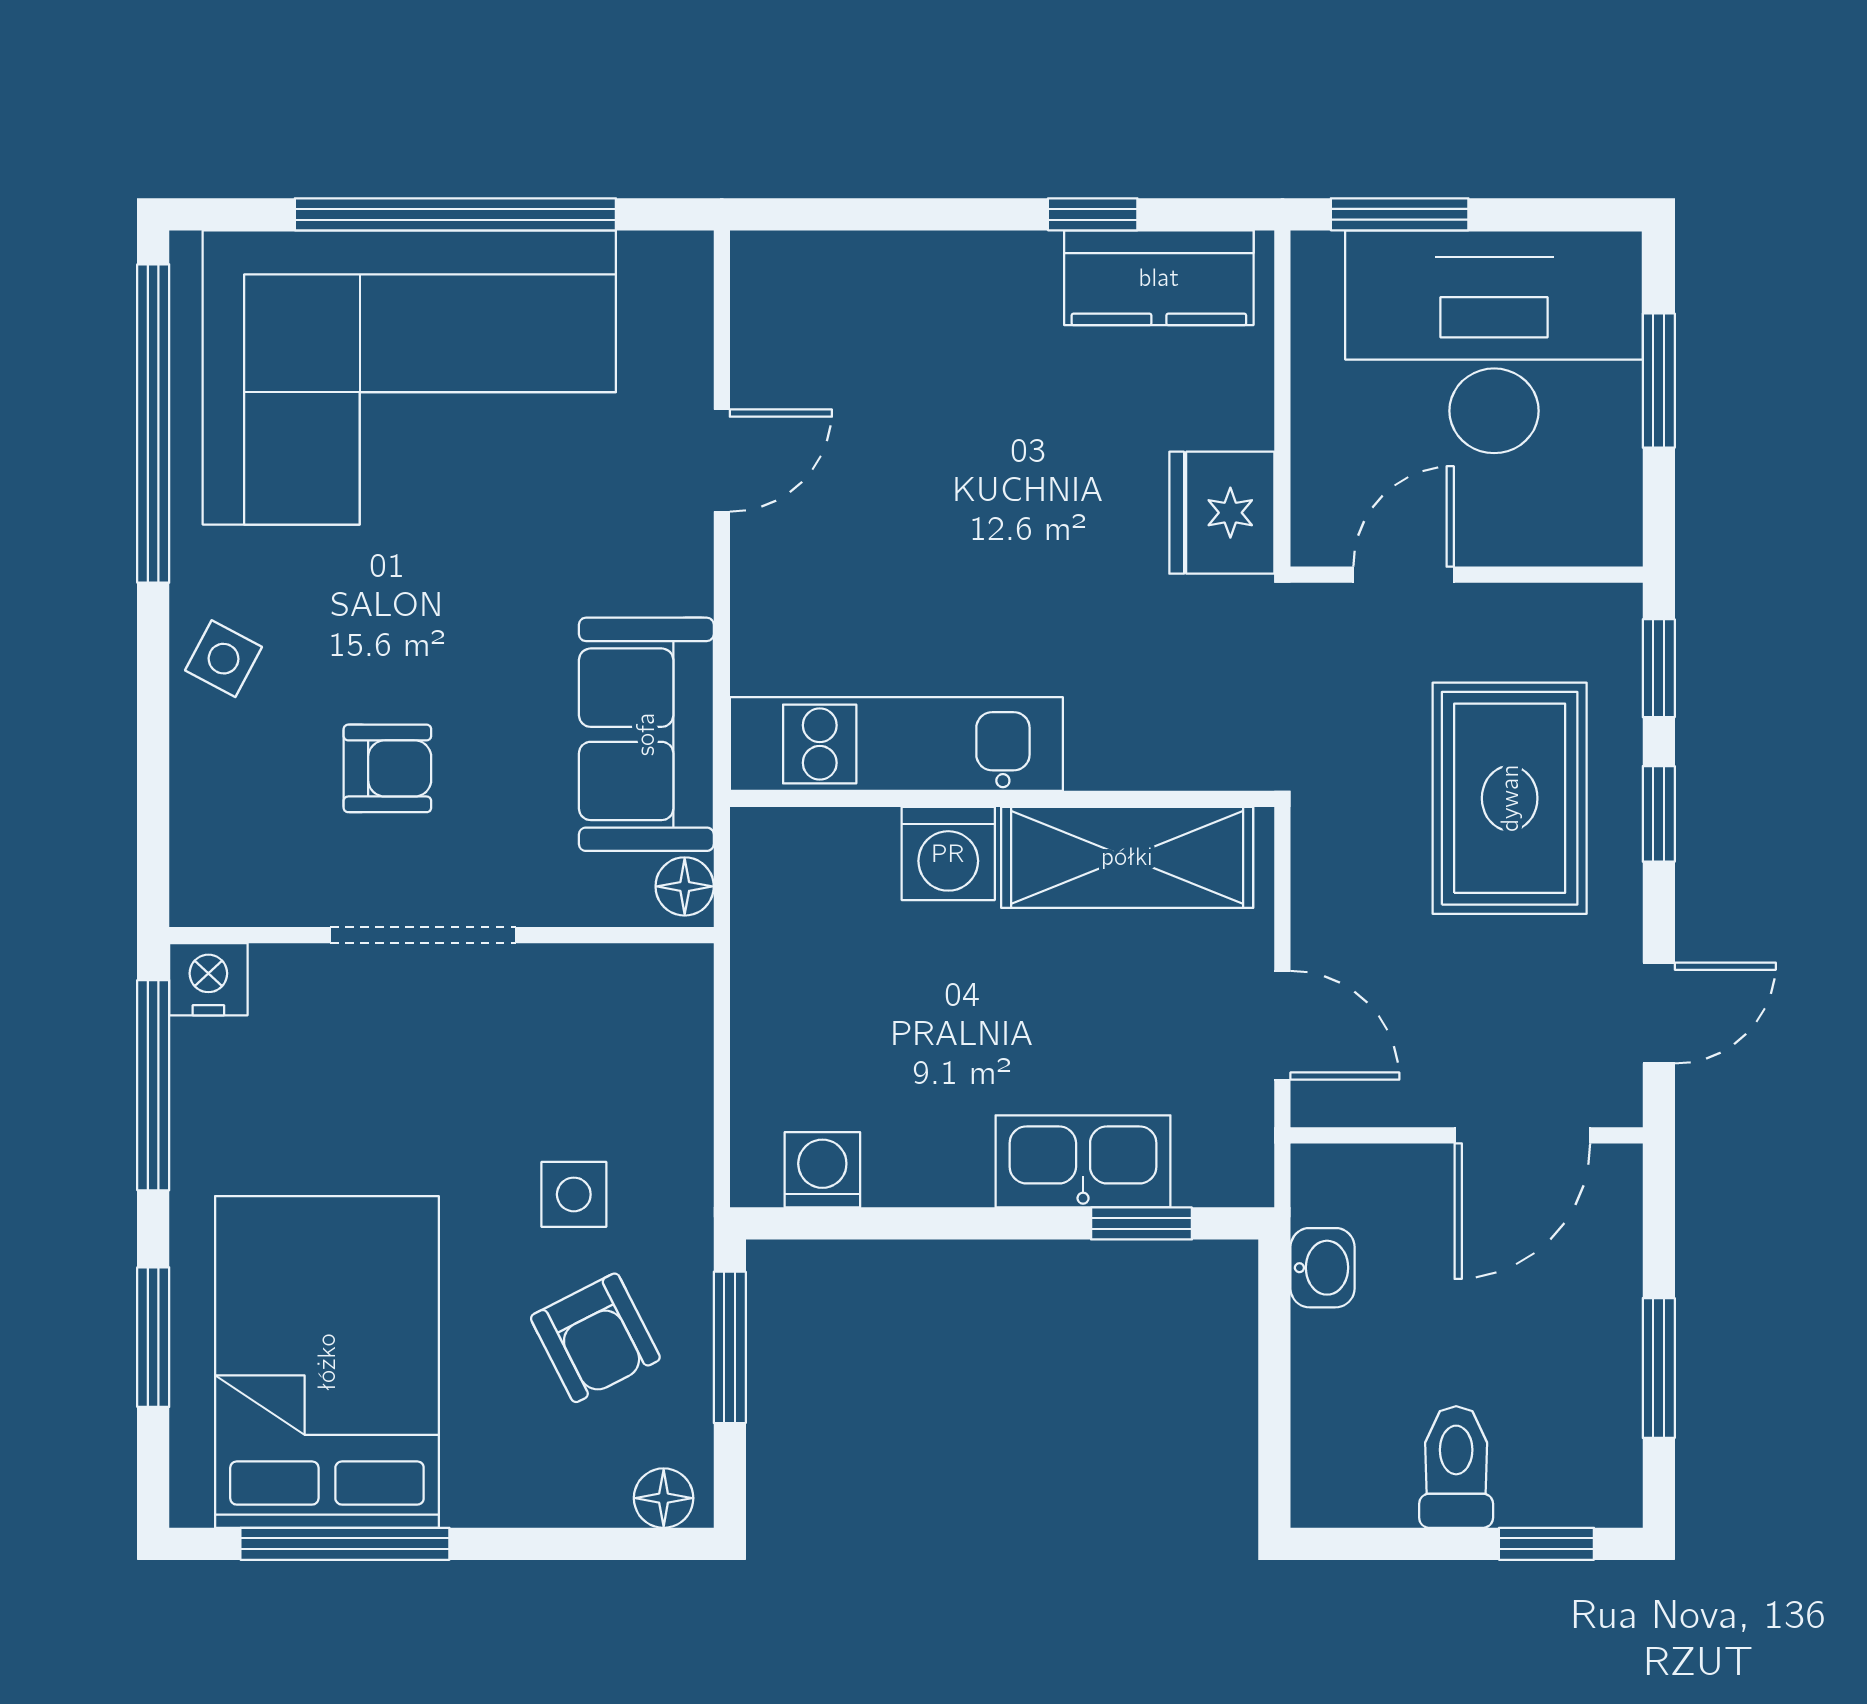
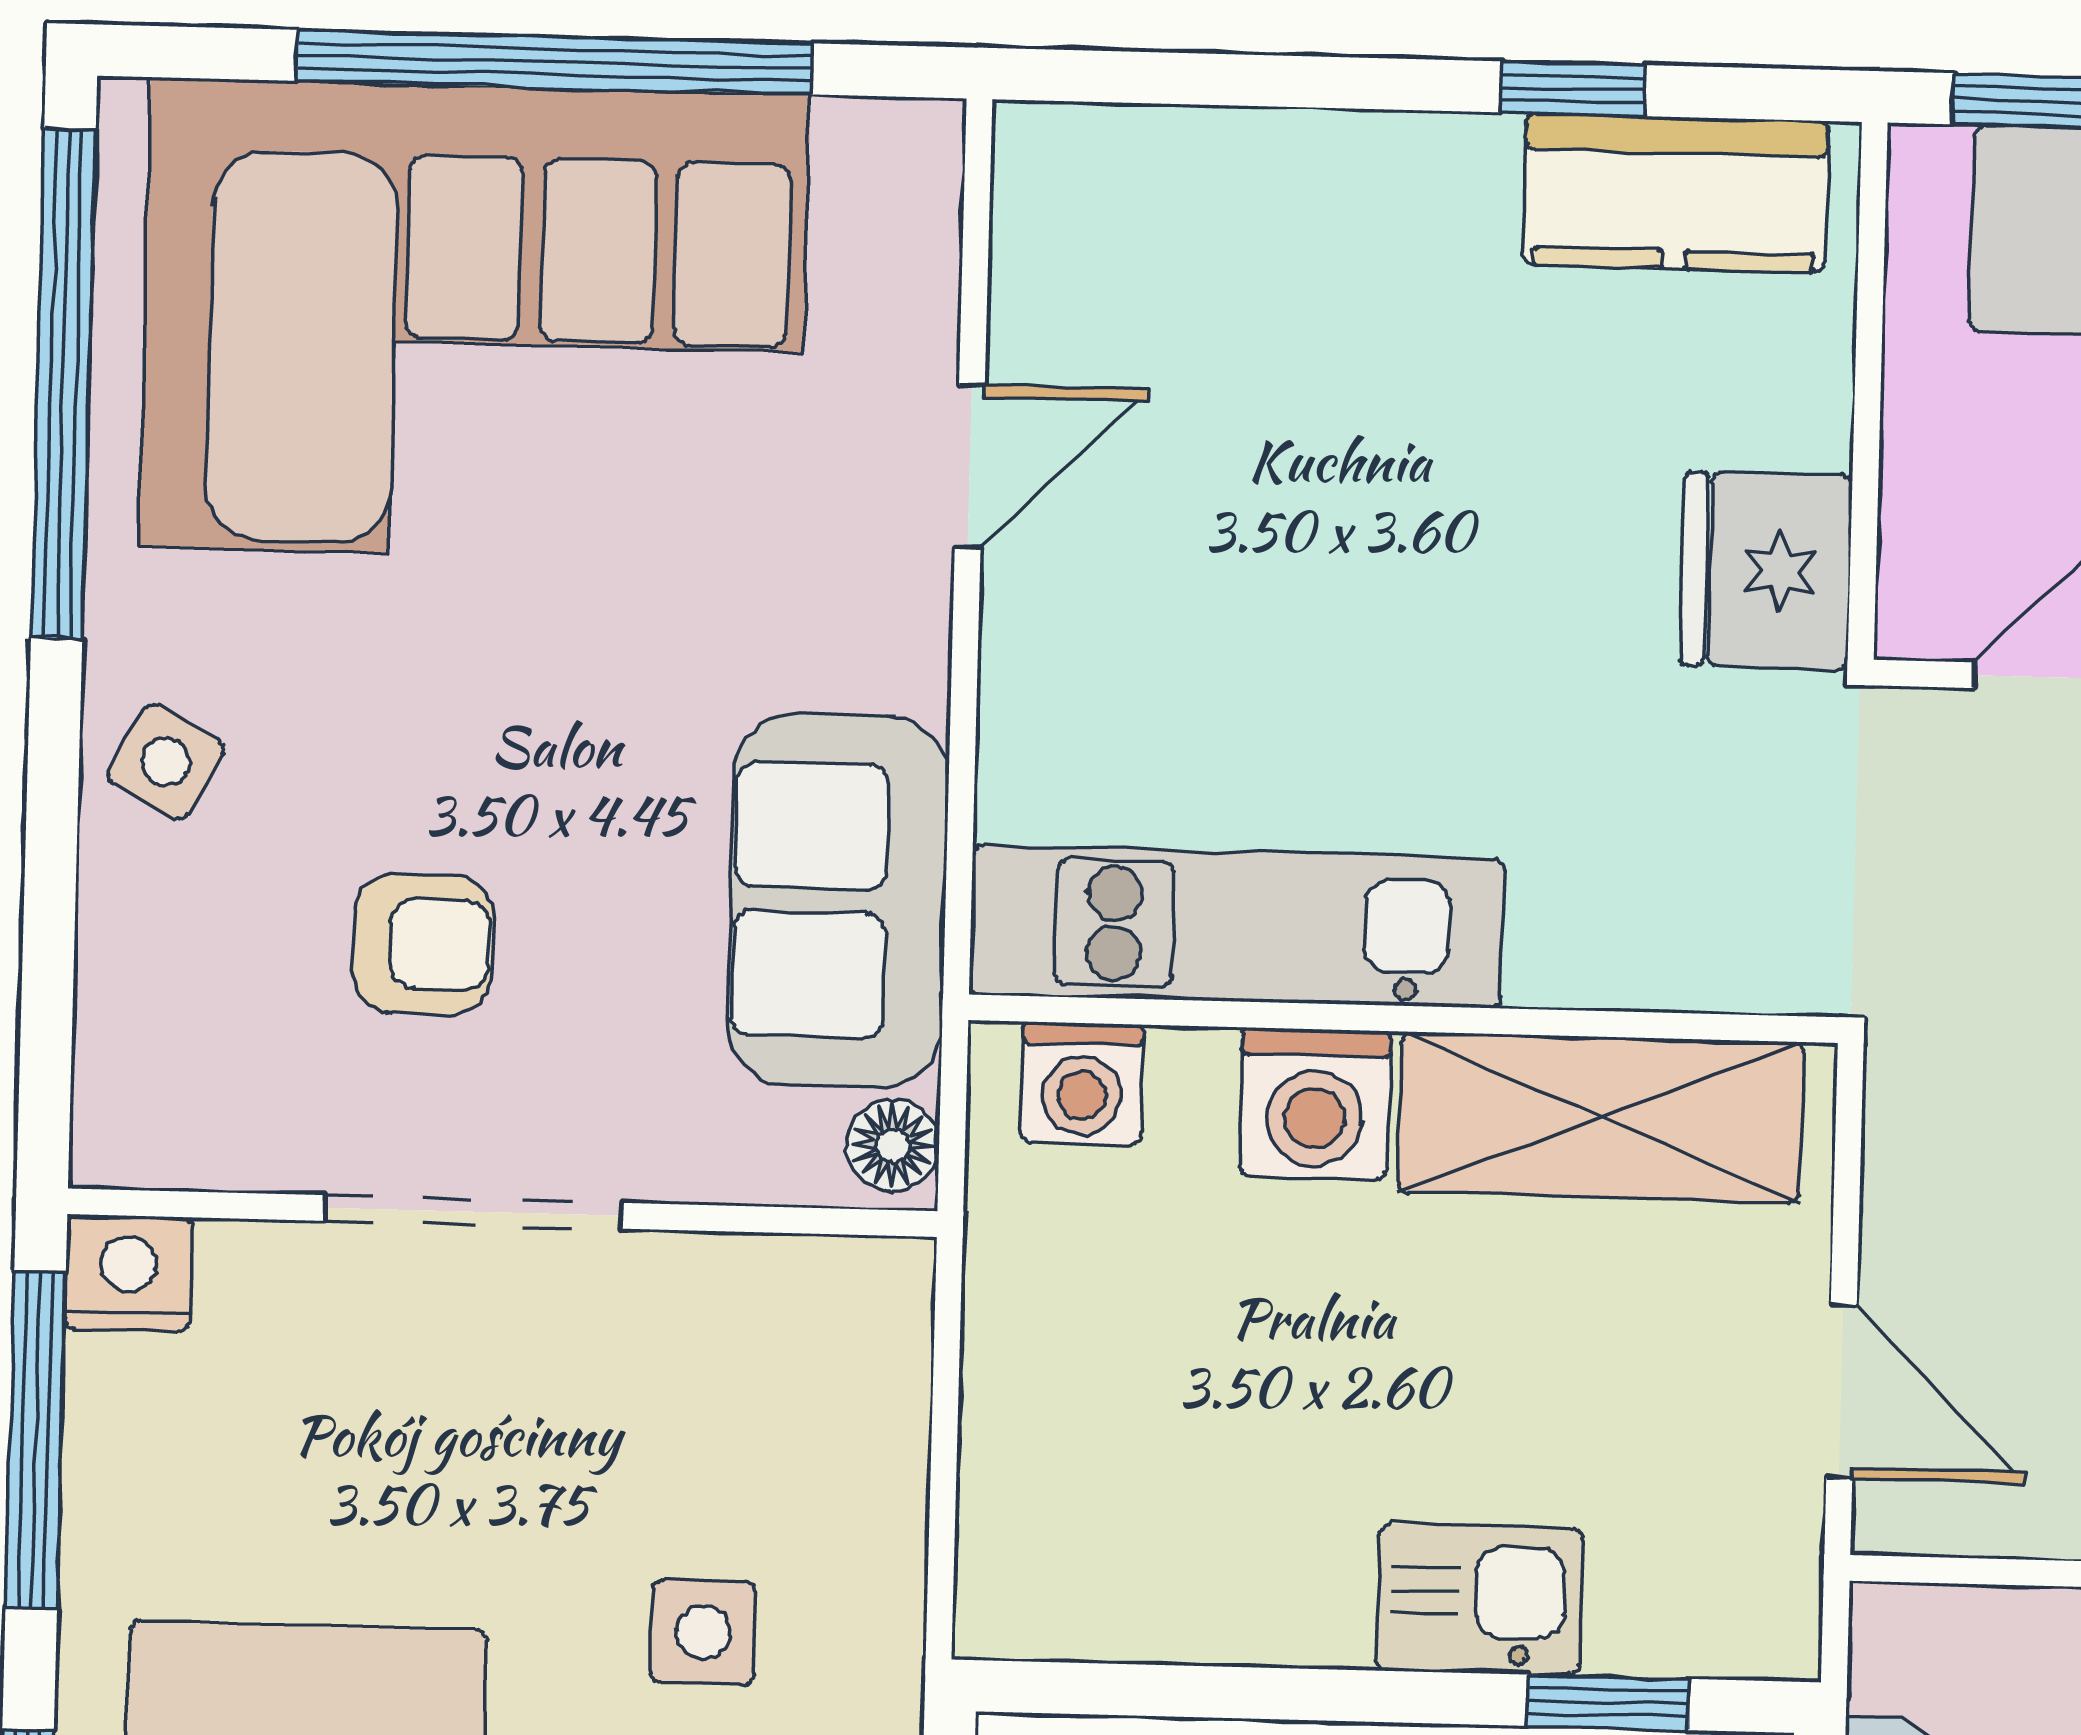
kitchen sink: (1083, 1161) -> (1479, 1600), width x0.73
washing machine: (822, 1170) -> (1082, 1083), moved, turned 180

